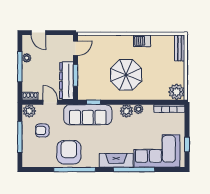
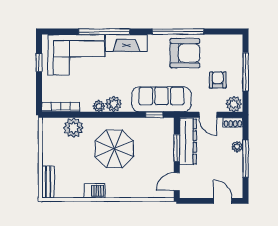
plant: (27, 58) -> (237, 147), moved
plant: (177, 92) -> (73, 128), moved
armchair: (42, 130) -> (218, 80), turned -90
armchair: (69, 152) -> (185, 53), turned -90

